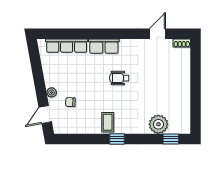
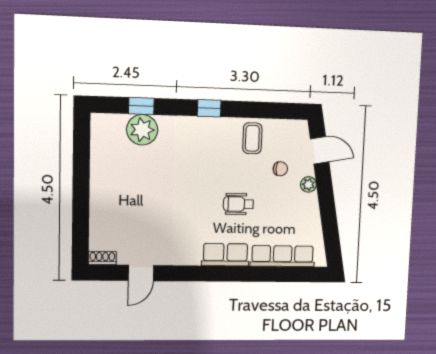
wheelchair: (119, 78) -> (238, 204), moved, turned 180
door: (45, 115) -> (320, 150), hinge flipped
coffee table: (108, 122) -> (252, 138), moved
window: (171, 139) -> (141, 106), moved

